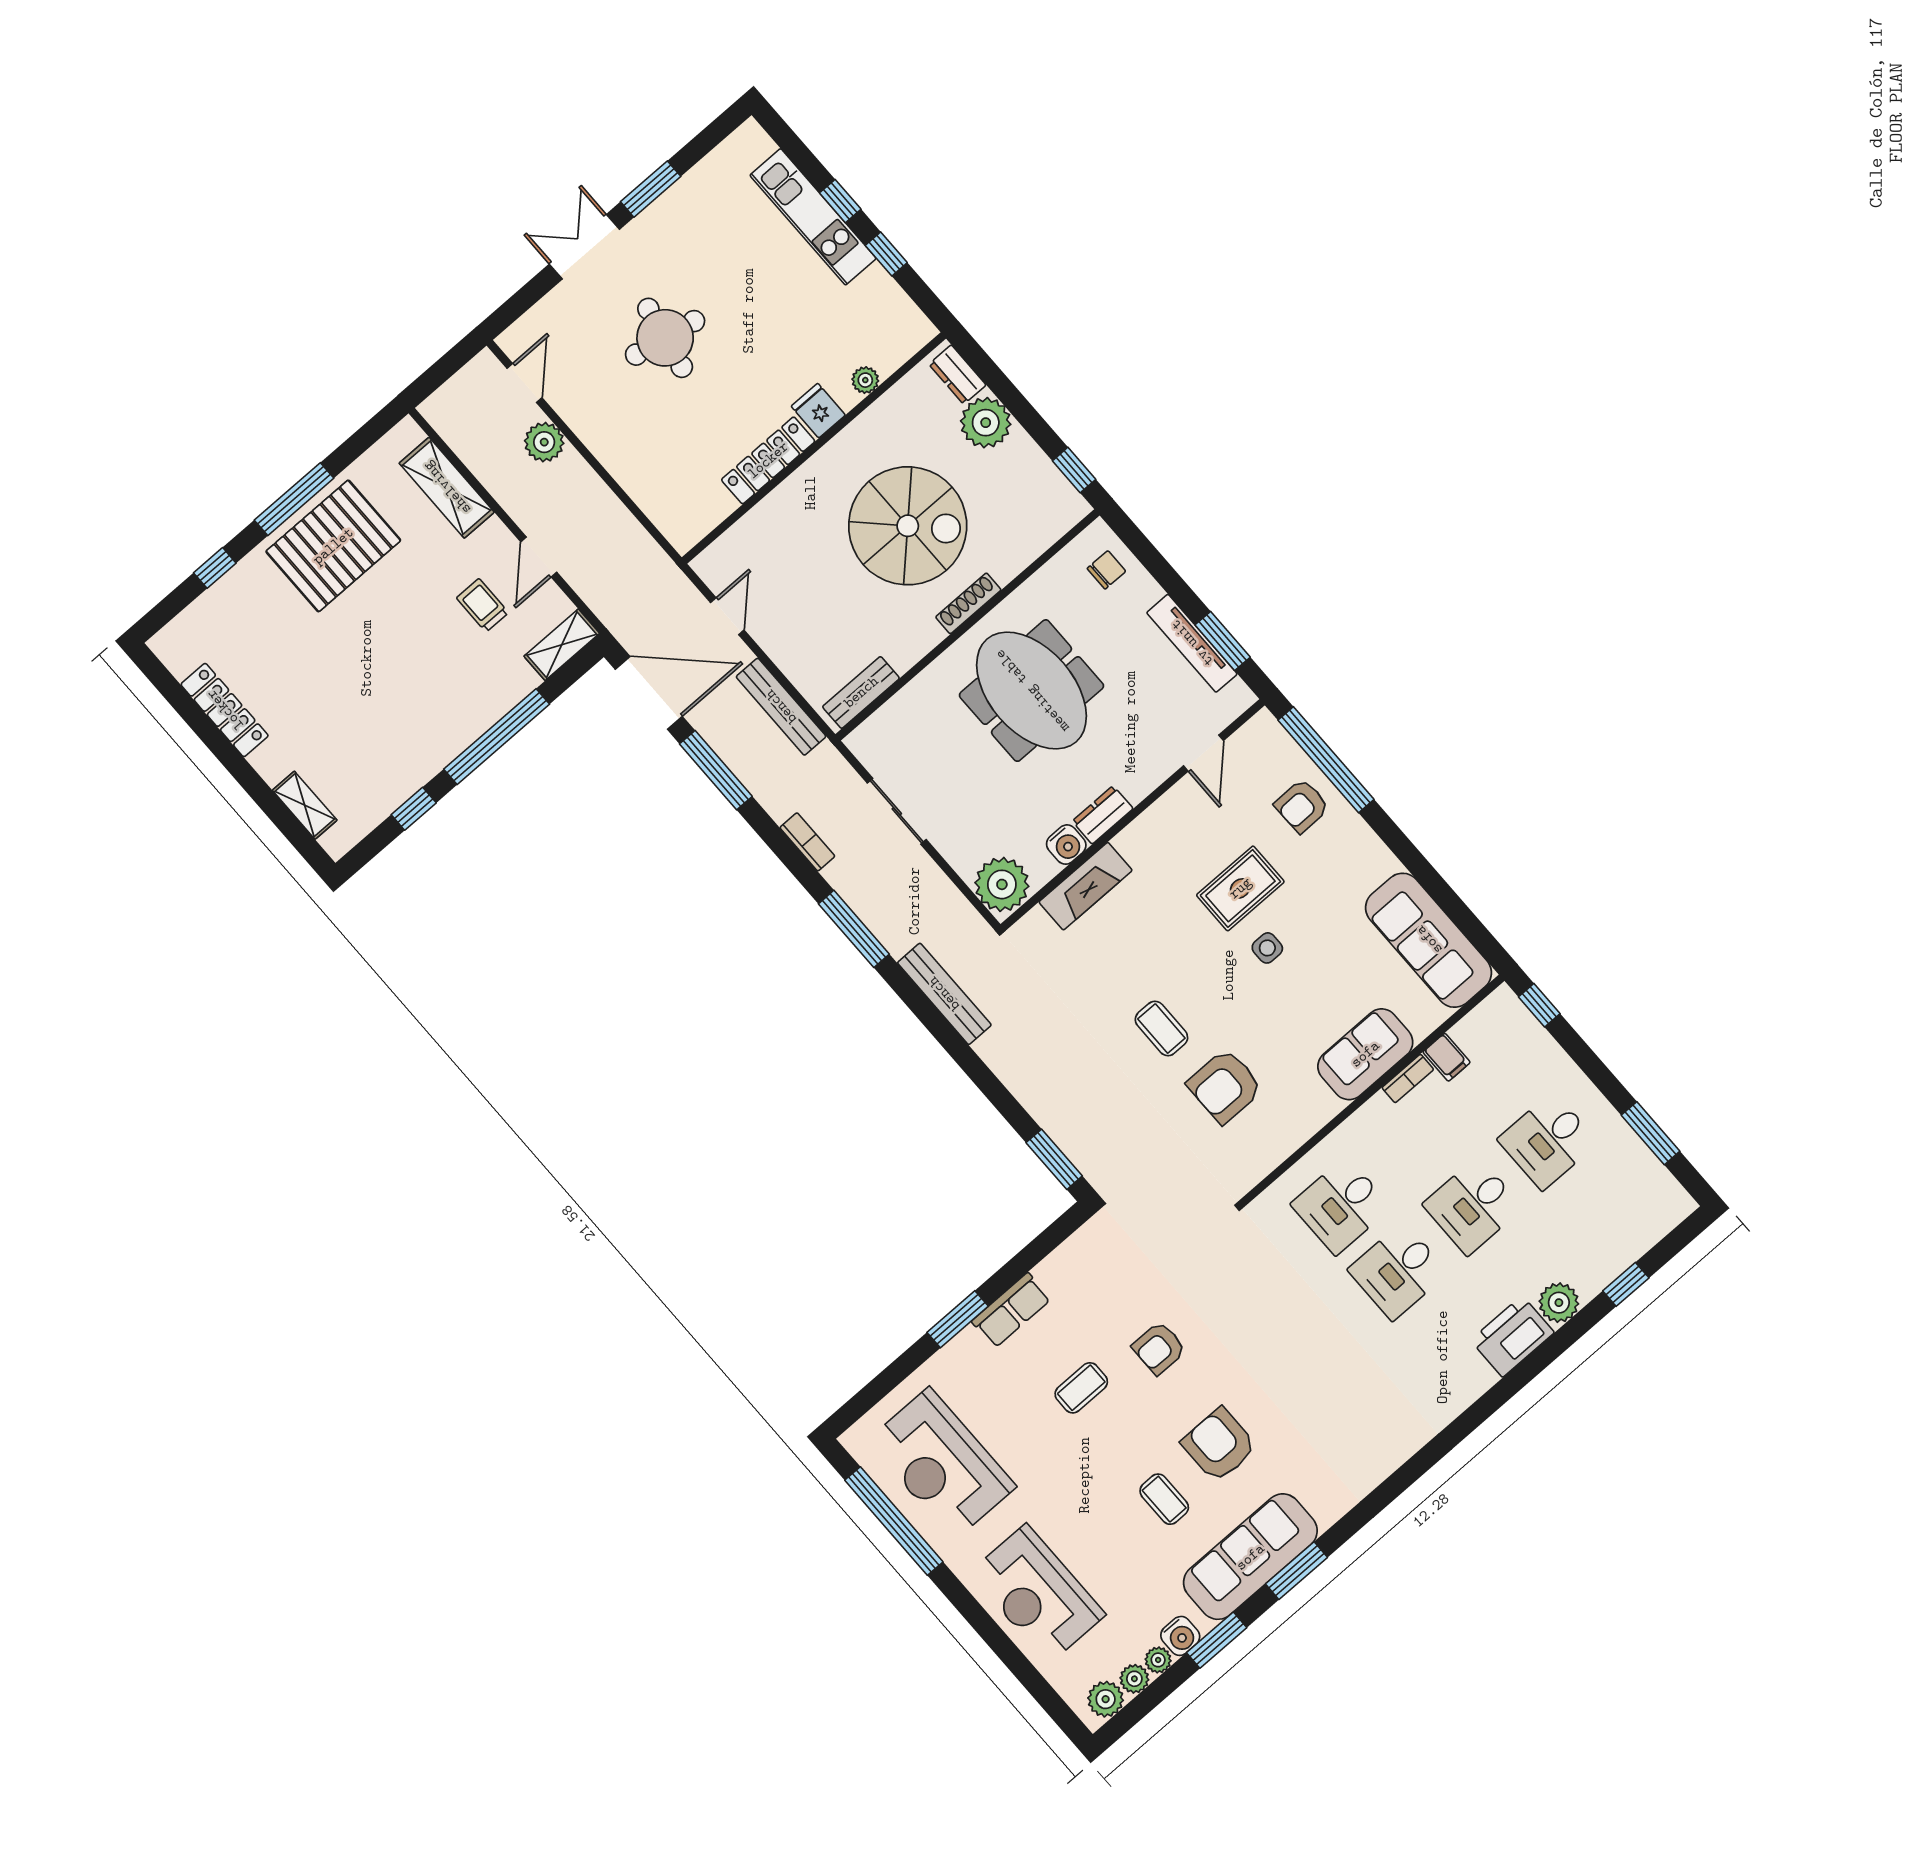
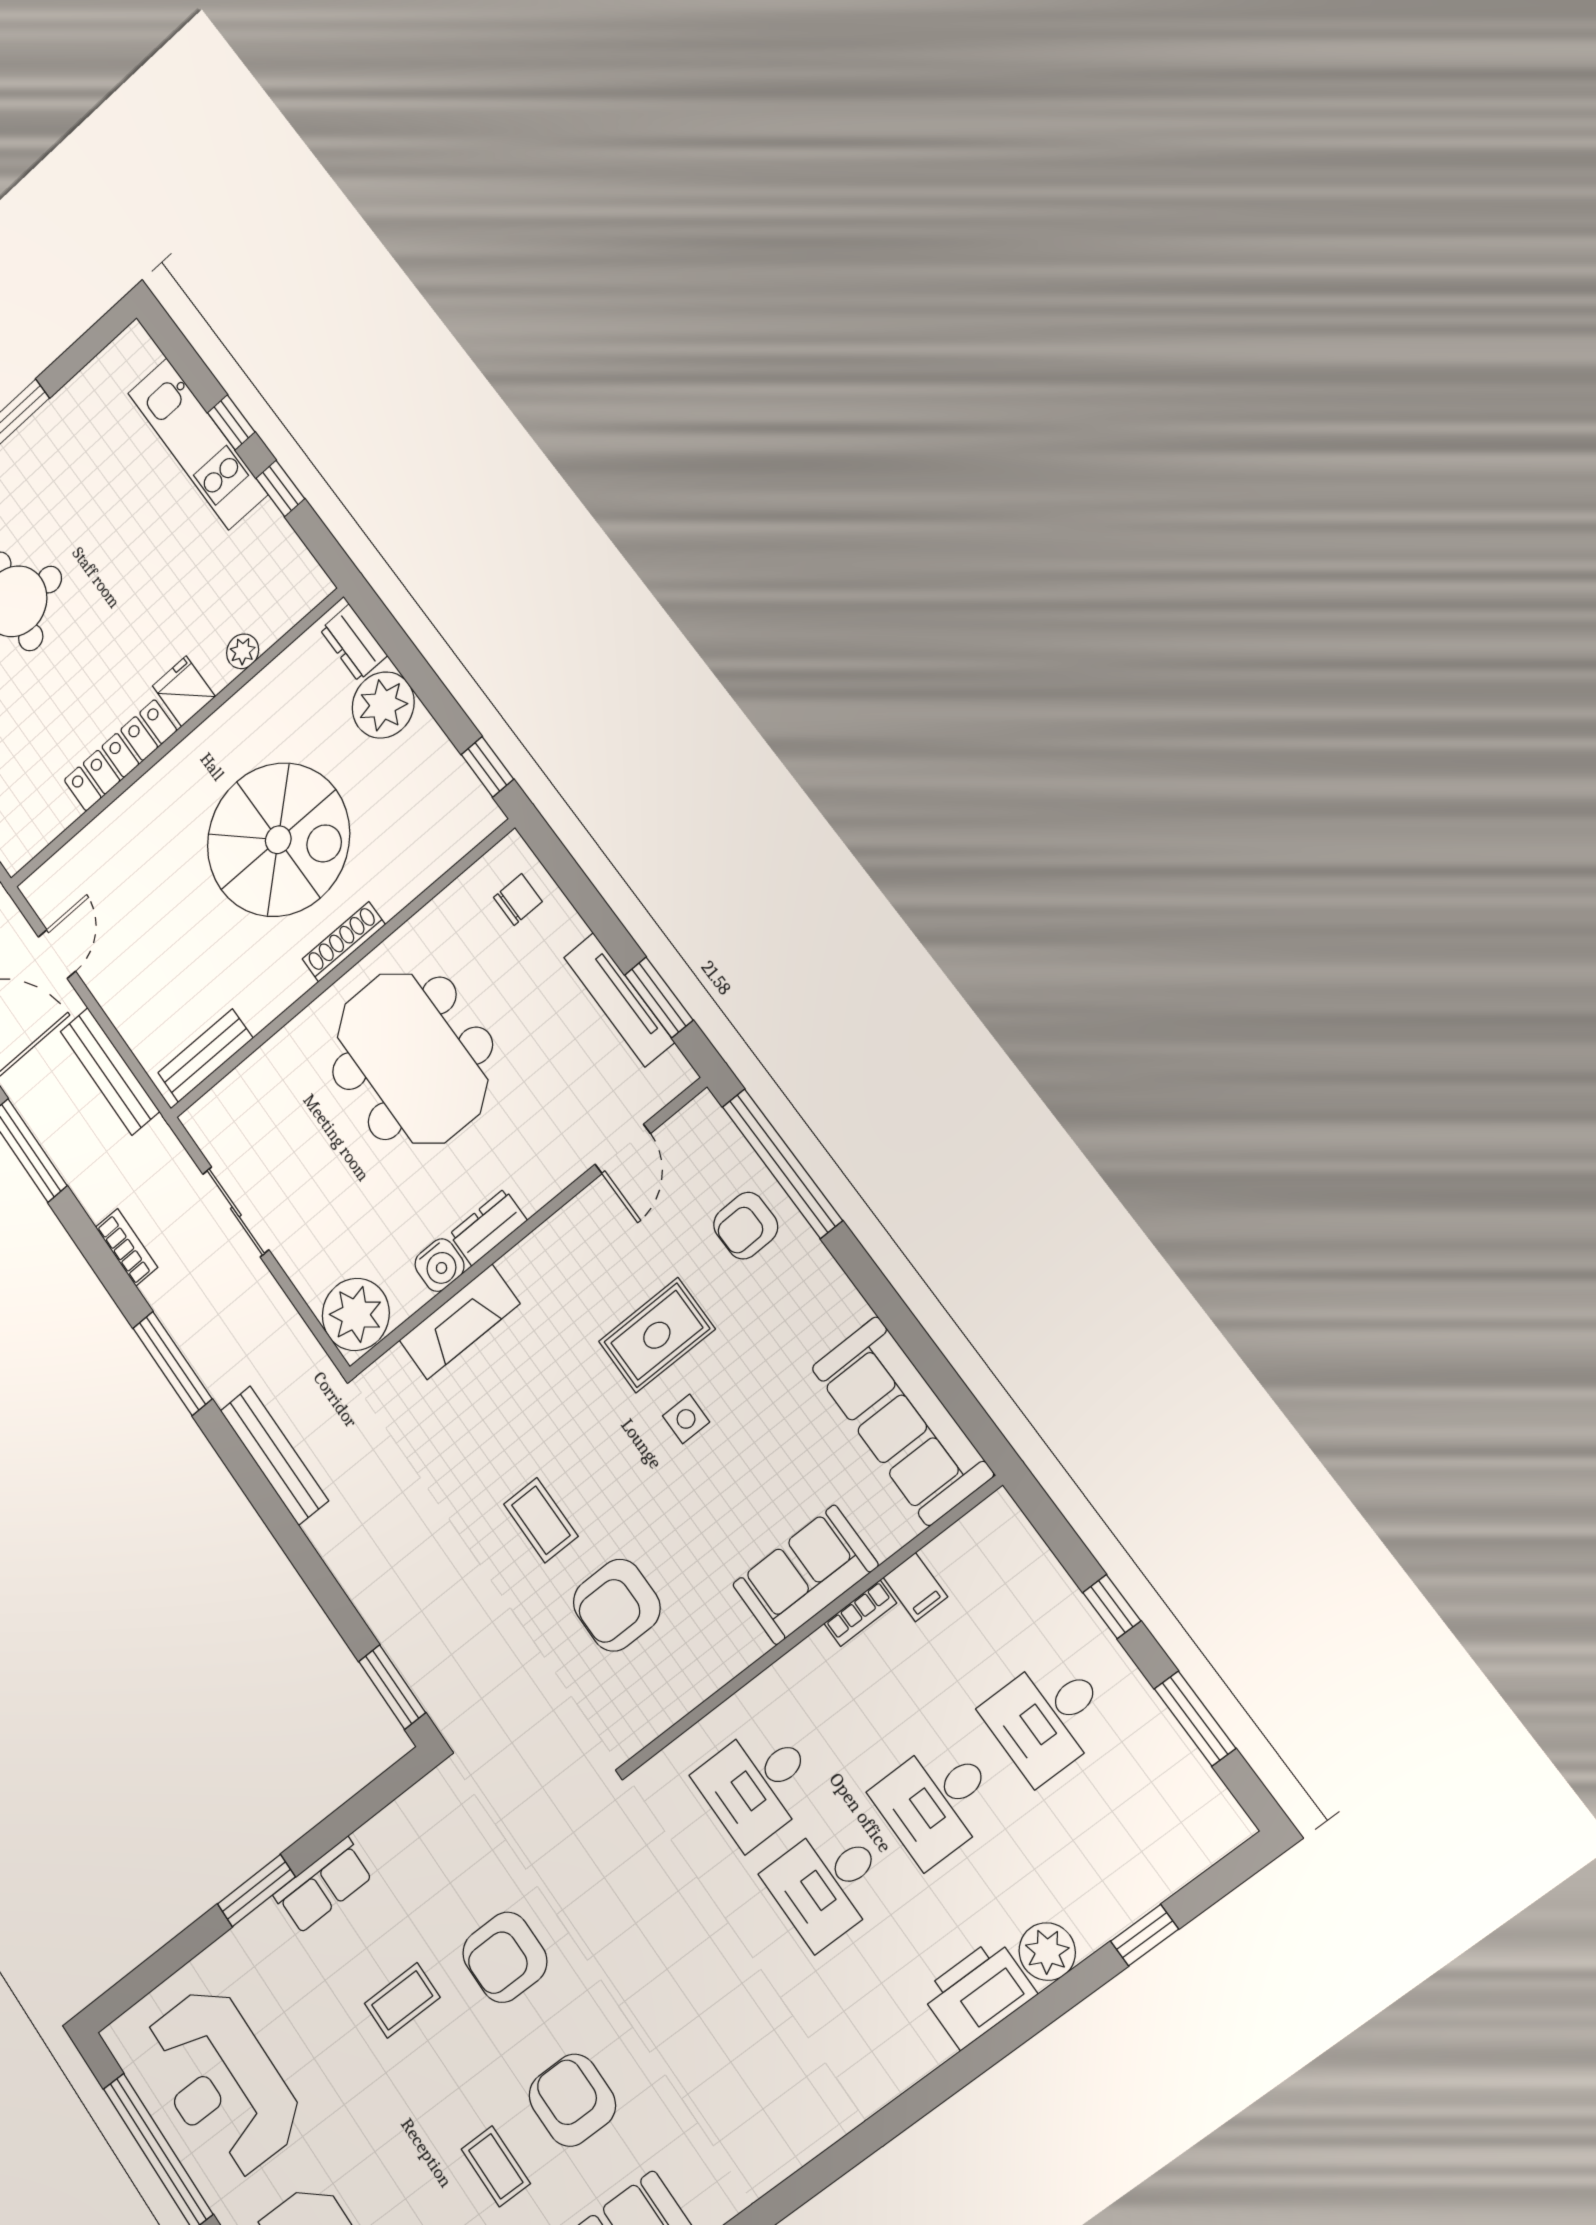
window: (1539, 1005) -> (1112, 1607), moved
armchair: (1159, 1348) -> (505, 1957), width x1.38, depth x1.38

